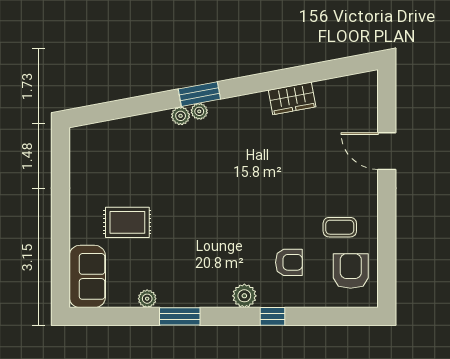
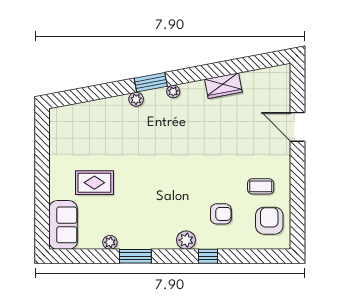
plant: (199, 111) -> (173, 91), moved

